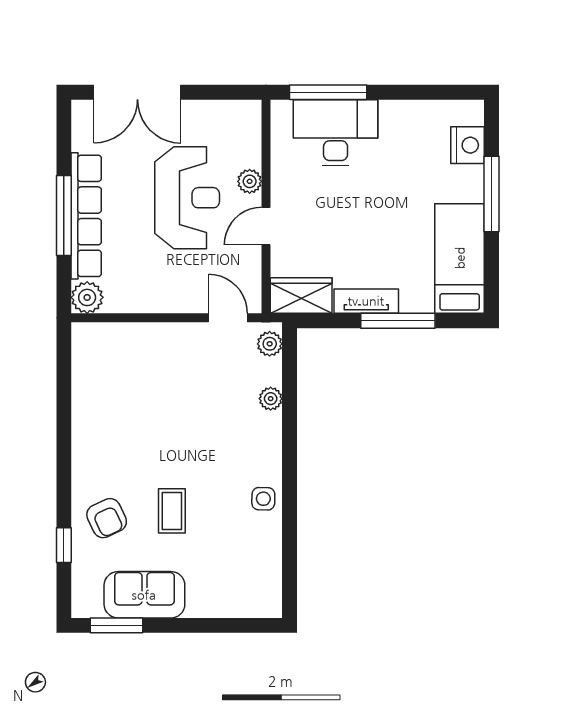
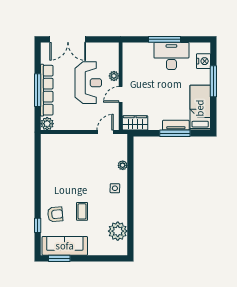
window: (328, 92) -> (164, 39), moved
desk: (336, 133) -> (171, 56), moved
tv unit: (366, 301) -> (176, 125), moved
door: (228, 318) -> (105, 132), hinge flipped
plant: (270, 344) -> (118, 231), moved, width x1.88, depth x1.88
side table: (263, 499) -> (115, 188), moved
armchair: (107, 518) -> (55, 214), turned -70
sofa: (144, 595) -> (65, 246), width x1.36

